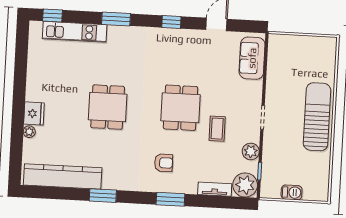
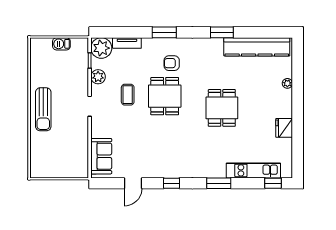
dining table: (180, 108) -> (165, 96), moved
fridge: (34, 113) -> (284, 128), moved
sun lounger: (317, 117) -> (43, 109), width x0.73, depth x0.75

